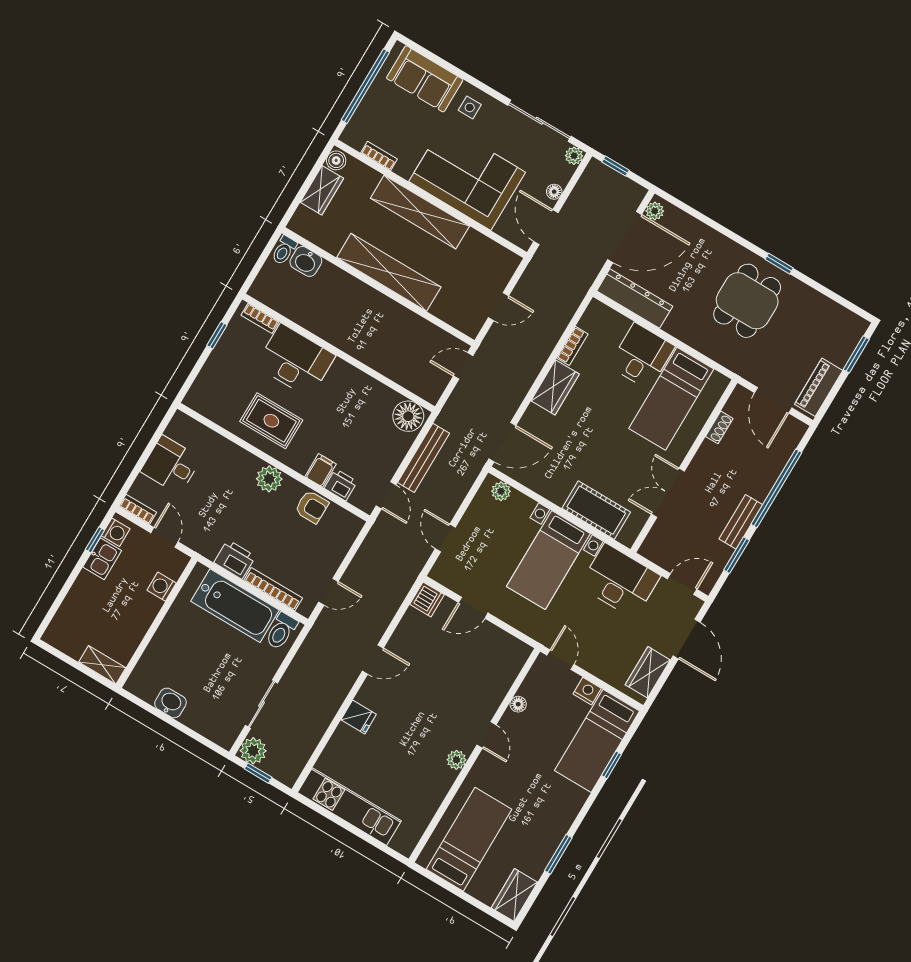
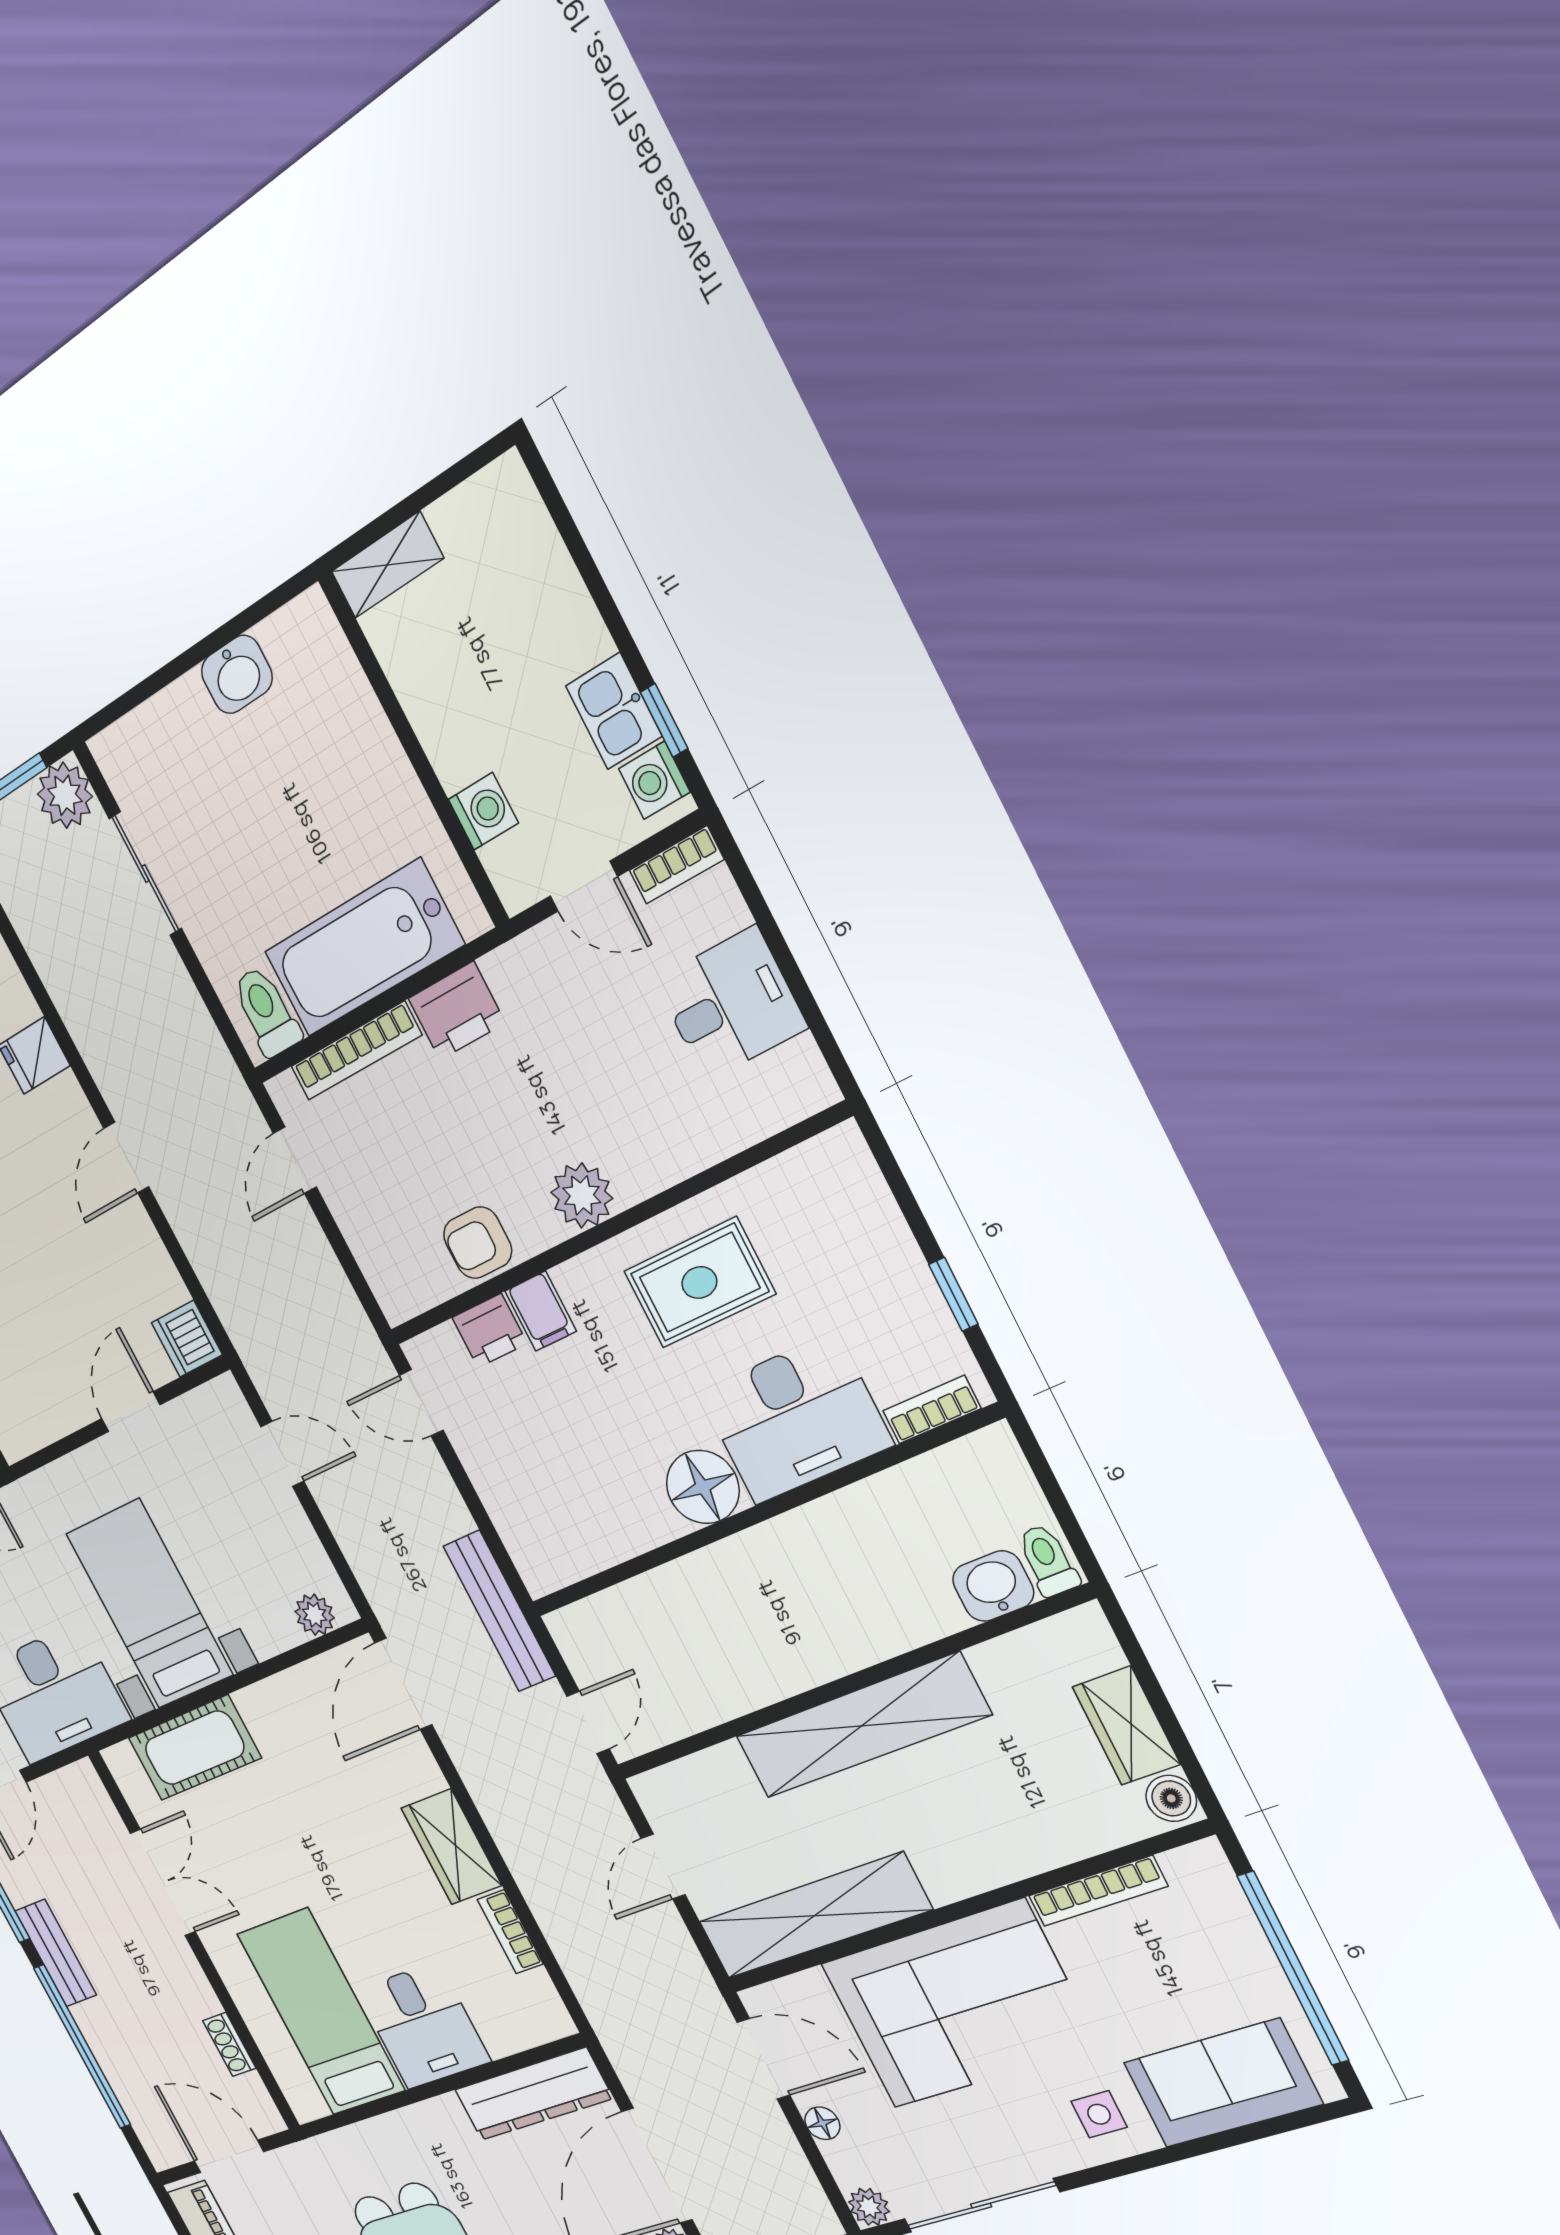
bookcase: (379, 156) -> (1098, 1891), width x1.56
shelving: (420, 212) -> (814, 1916), moved
floor lamp: (408, 416) -> (703, 1487), moved
bench: (424, 458) -> (499, 1611), moved

